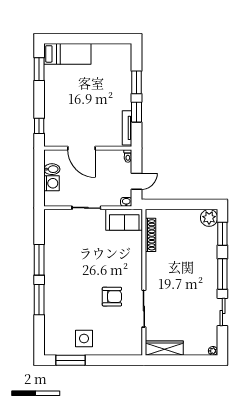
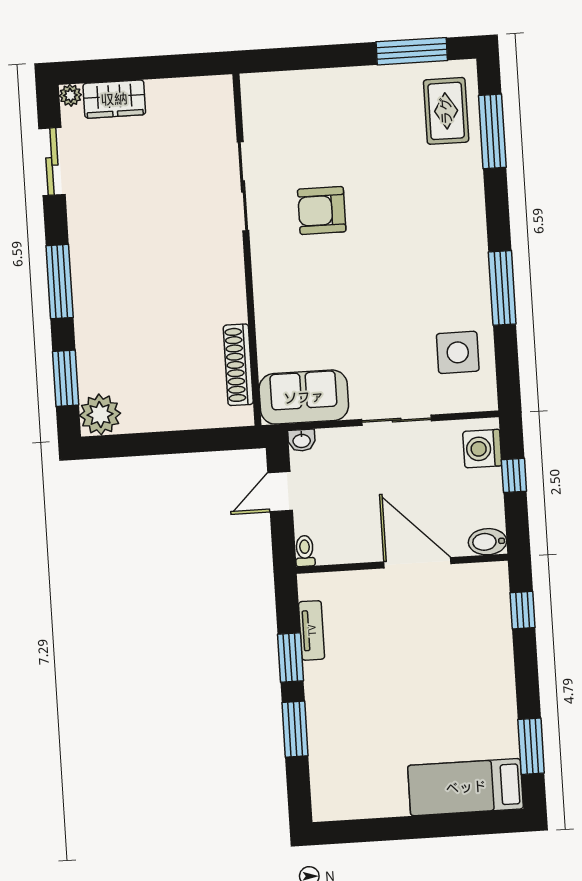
tv unit: (127, 128) -> (312, 630), width x0.71
bidet: (52, 169) -> (487, 542), moved
window: (39, 182) -> (514, 475), added
washing machine: (52, 183) -> (482, 449), moved
window: (39, 300) -> (492, 131), moved
sliding door: (222, 312) -> (52, 161), moved
rug: (58, 335) -> (446, 111), added
side table: (84, 339) -> (458, 352), moved
wardrobe: (164, 348) -> (114, 99), moved, width x0.67

